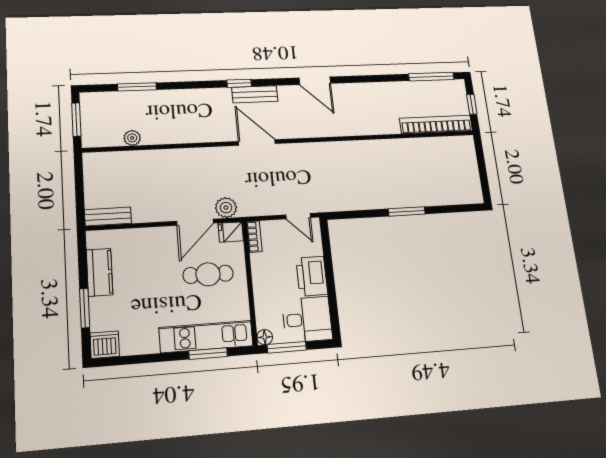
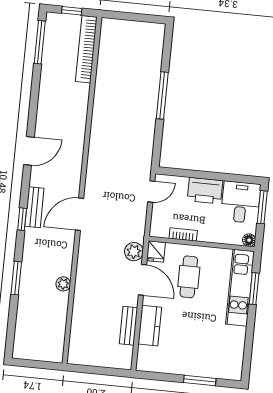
window: (137, 87) -> (16, 278), moved
window: (76, 120) -> (36, 364), removed
plant: (132, 138) -> (63, 284), moved
window: (407, 211) -> (162, 95), width x1.44
bench: (108, 216) -> (129, 326), moved
bookcase: (254, 237) -> (183, 234), moved
kitchen counter: (100, 272) -> (150, 326), moved, turned 90
dishwasher: (105, 345) -> (232, 369), removed
window: (287, 347) -> (262, 207), moved

